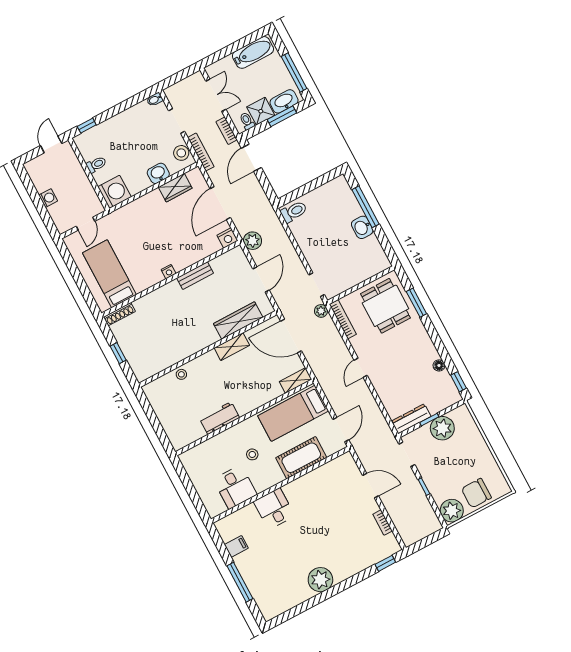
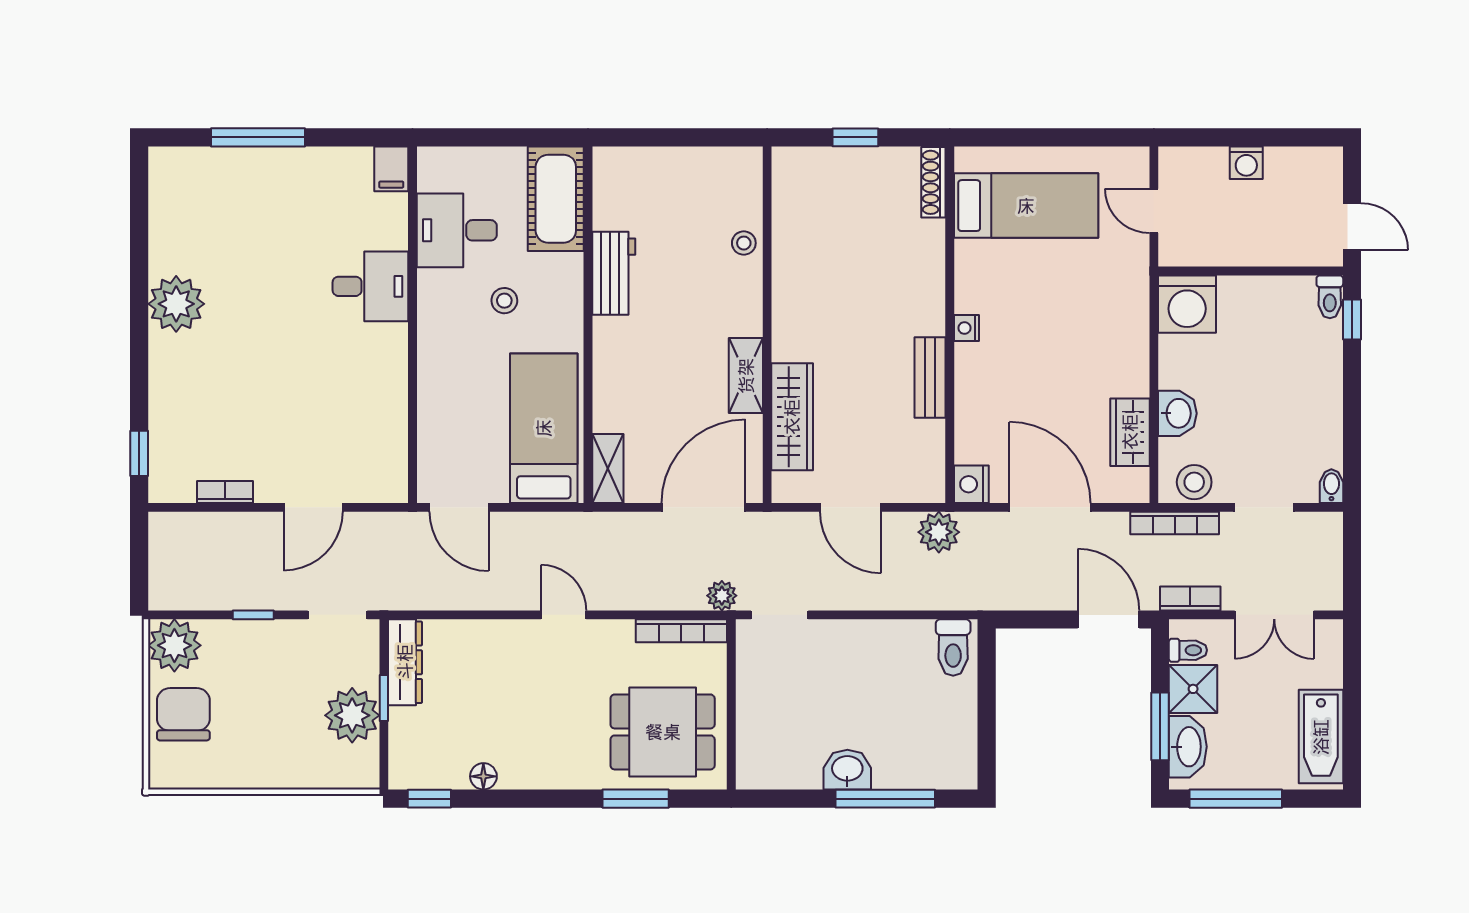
toilet: (96, 165) -> (1330, 297), moved
cot: (301, 458) -> (556, 199), moved
filing cabinet: (236, 546) -> (391, 169), moved

